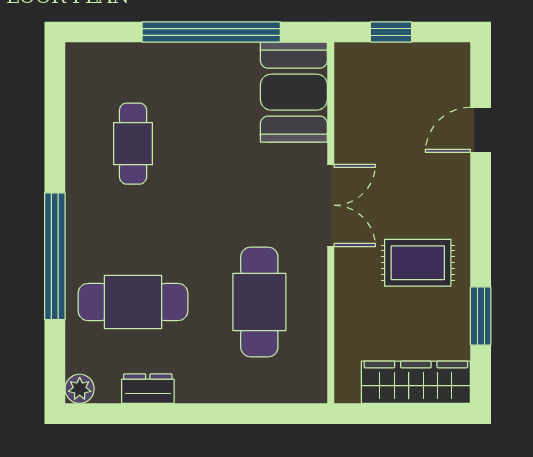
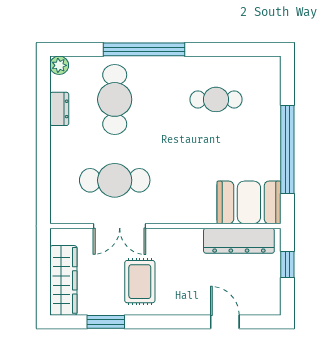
dresser: (354, 108) -> (239, 241), added
double door: (331, 205) -> (120, 226), moved

